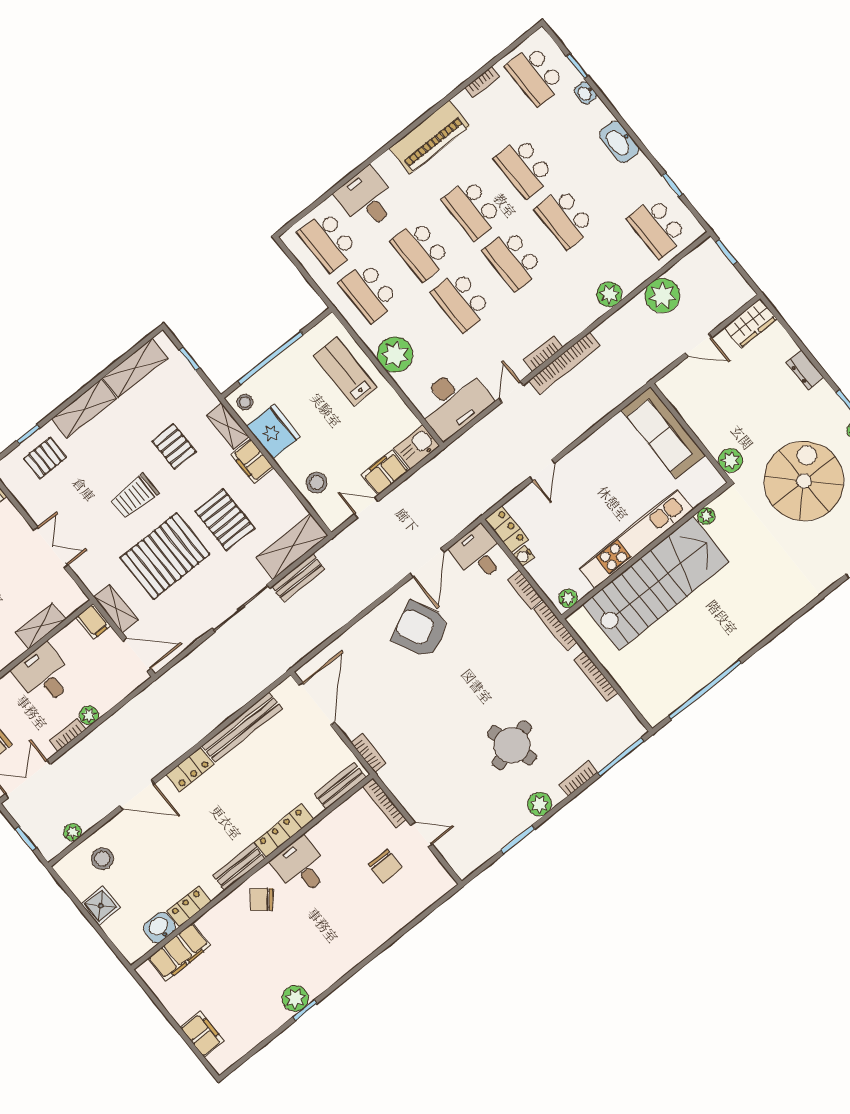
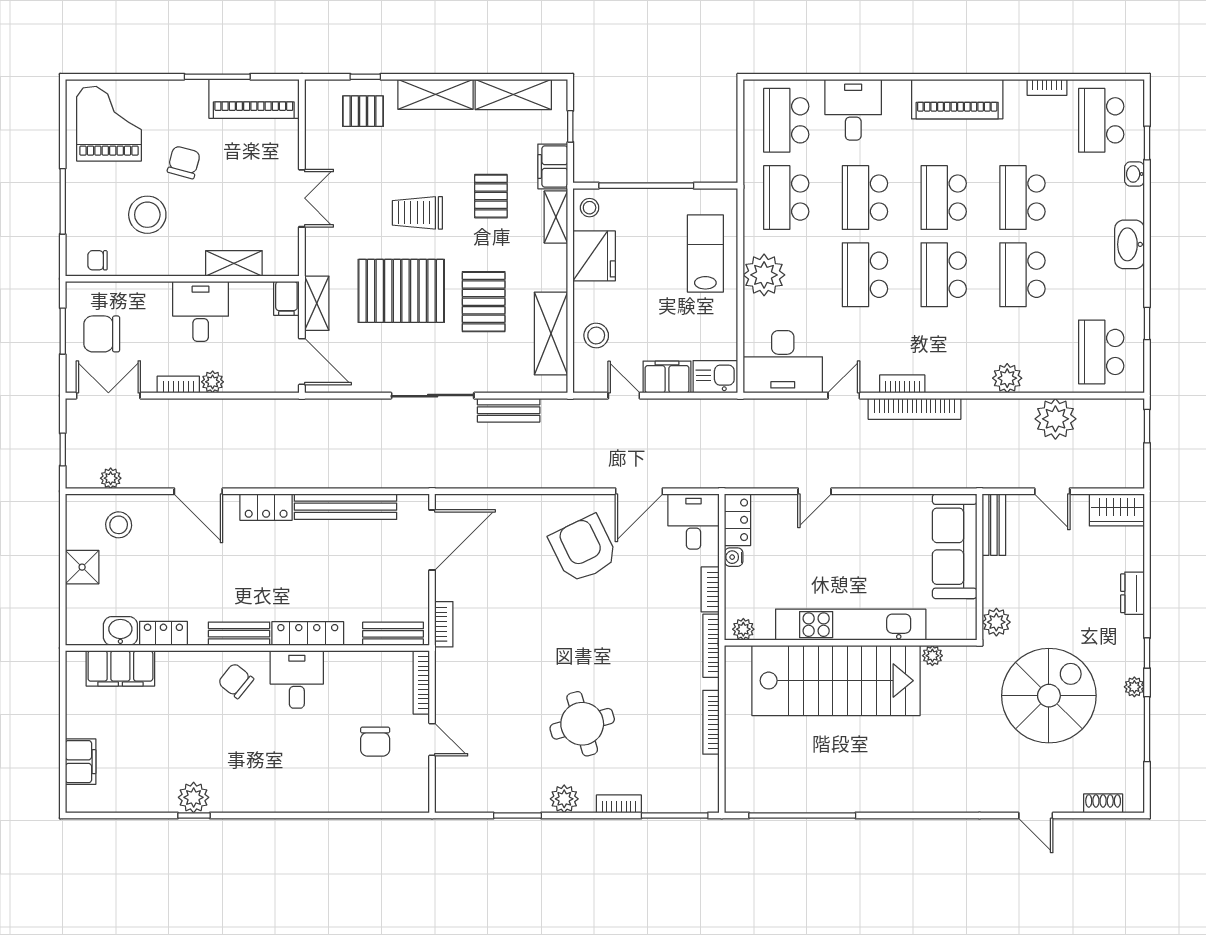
bench: (678, 398) -> (994, 525), added
filing cabinet: (252, 461) -> (553, 166), moved
shelving: (292, 546) -> (551, 334), moved, turned 90

